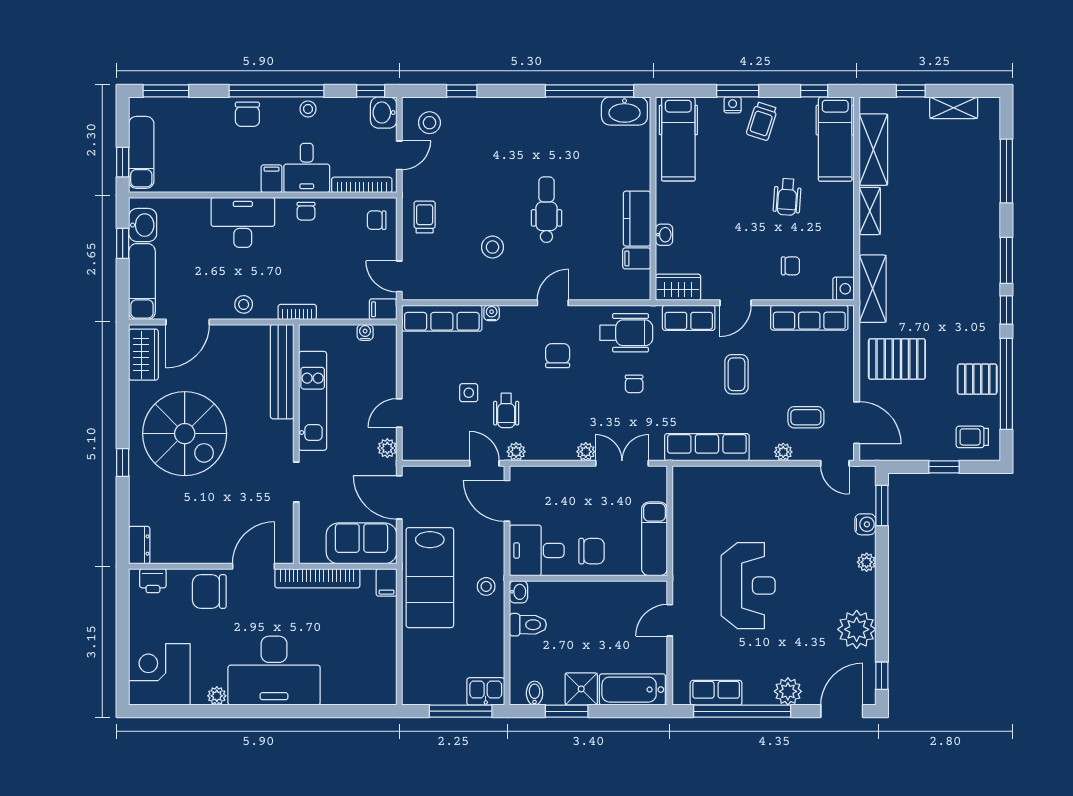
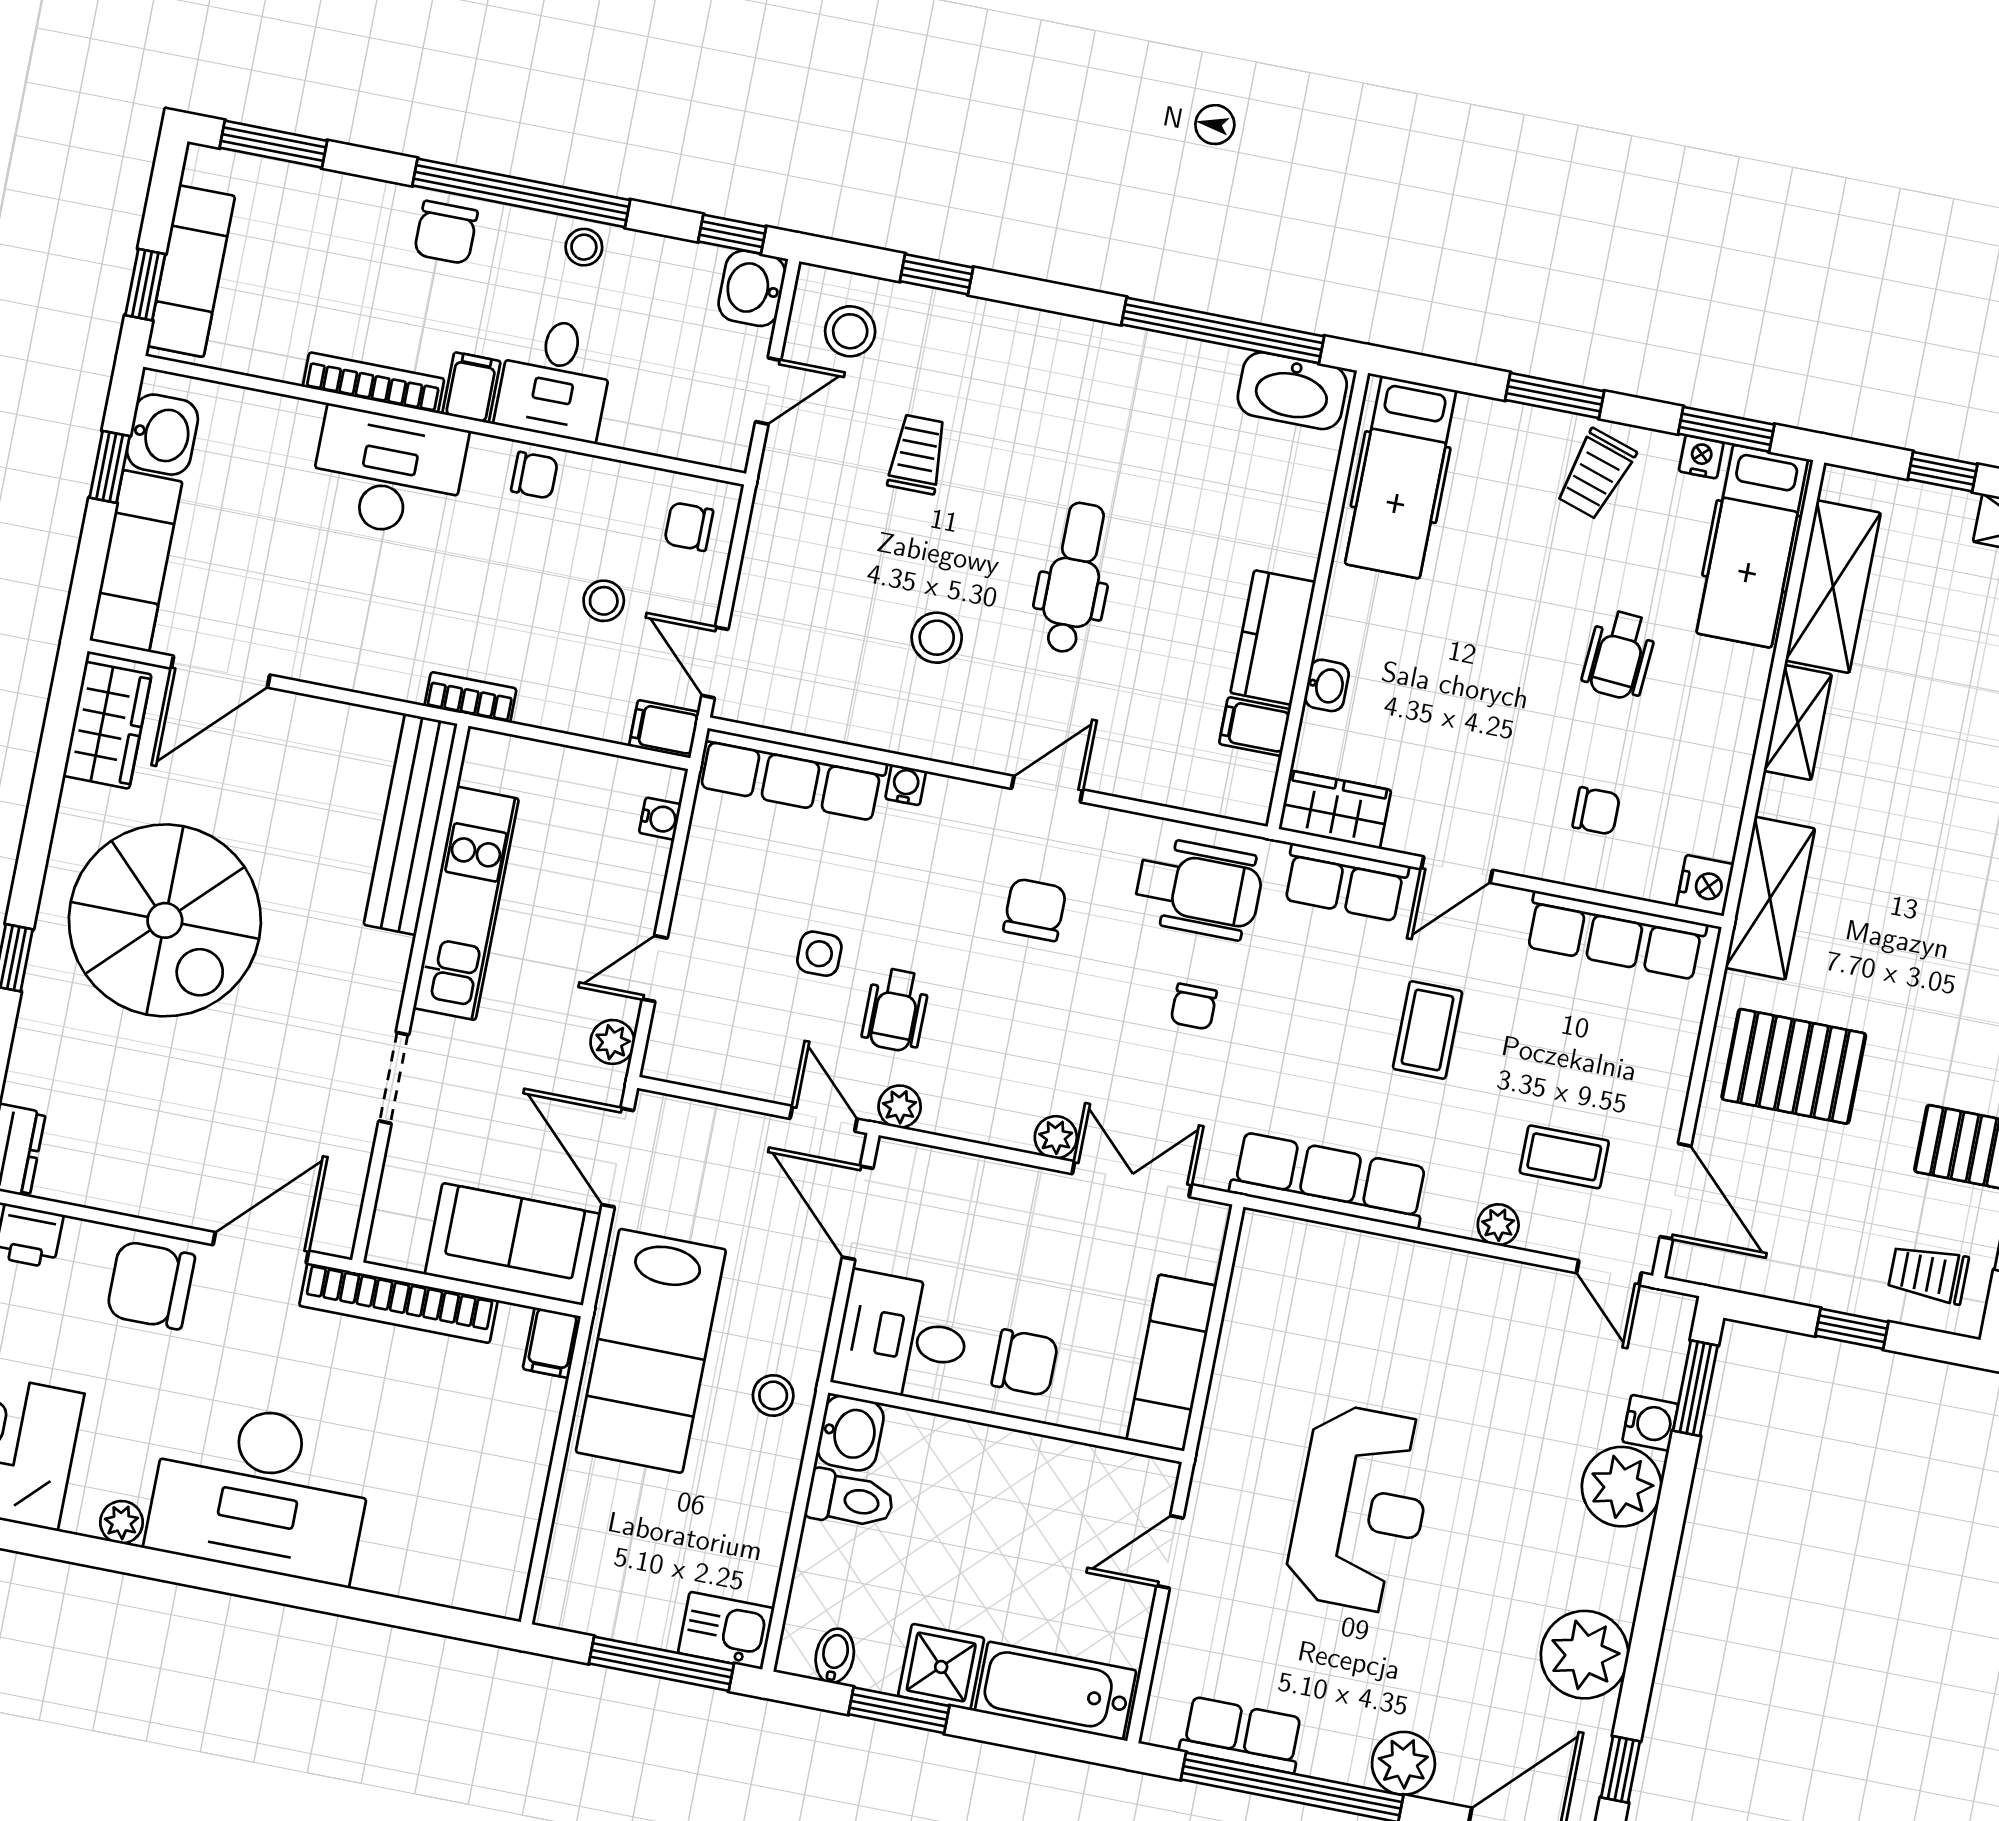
window: (814, 91) -> (1726, 429), width x1.50
nightstand: (733, 105) -> (1701, 457), moved
bookcase: (362, 185) -> (373, 383), moved
chair: (306, 211) -> (534, 475), turned -90
trolley: (425, 217) -> (917, 454), moved
stool: (244, 304) -> (604, 601), moved
water cooler: (365, 332) -> (660, 819), moved, turned 90
plant: (867, 562) -> (1622, 1487), width x1.87, depth x1.87
washbasin: (518, 592) -> (850, 1433), width x1.38, depth x1.45

